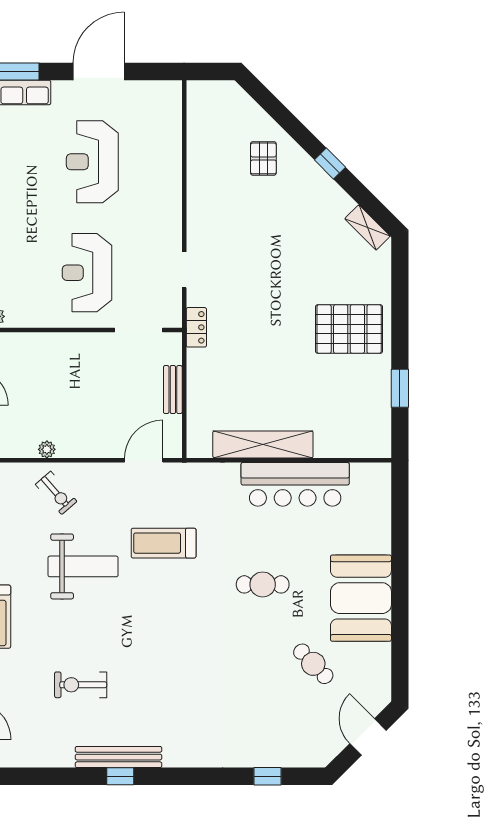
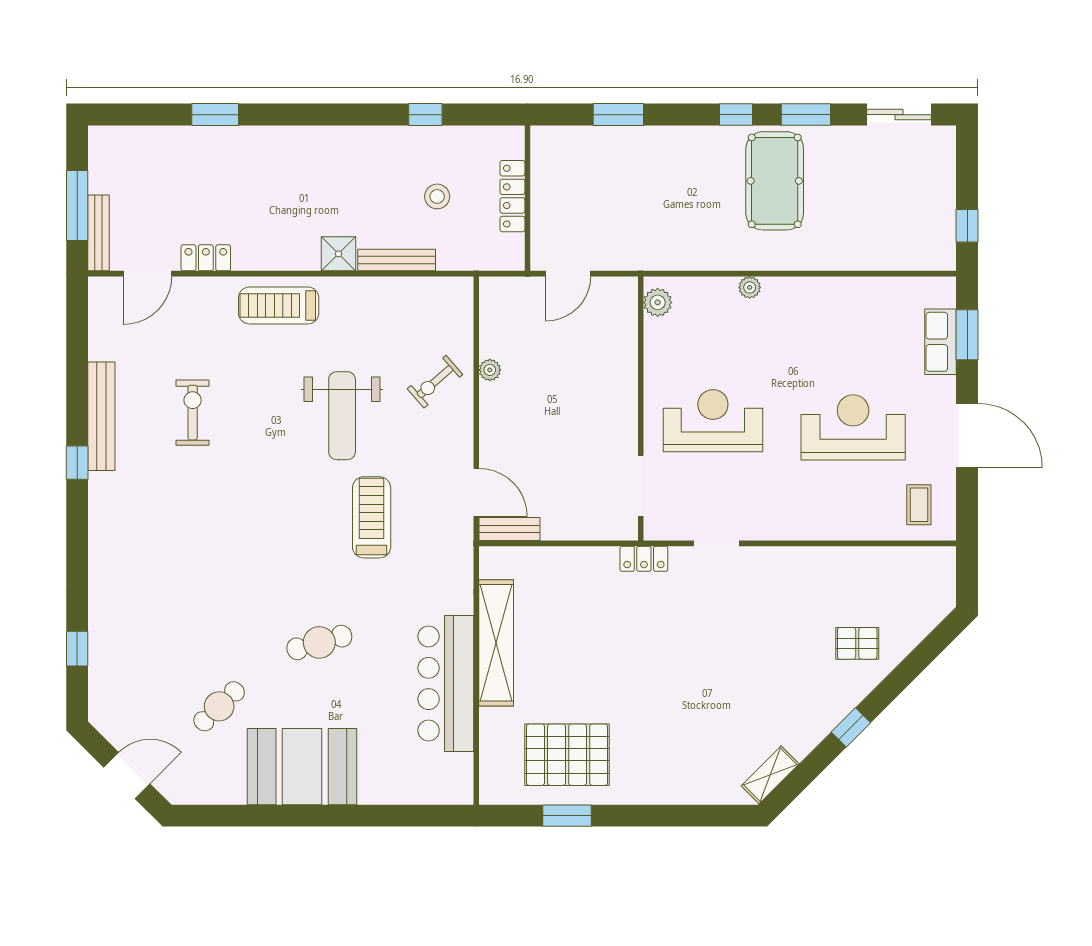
coffee table: (154, 110) -> (919, 505), added
pallet: (349, 329) -> (567, 755), moved, turned 90
bench: (173, 390) -> (509, 529), moved
cafe table: (263, 584) -> (319, 642), turned 74
bench: (118, 757) -> (101, 416), moved

